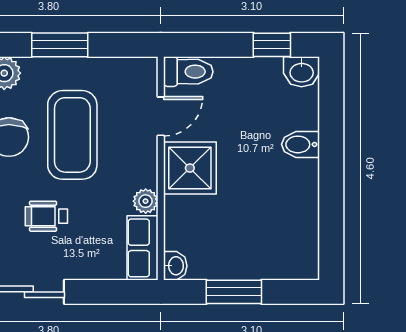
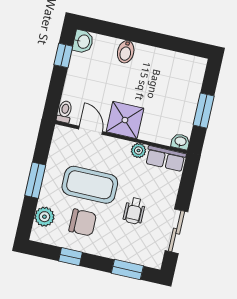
toilet: (188, 72) -> (65, 112), width x0.73, depth x0.72

